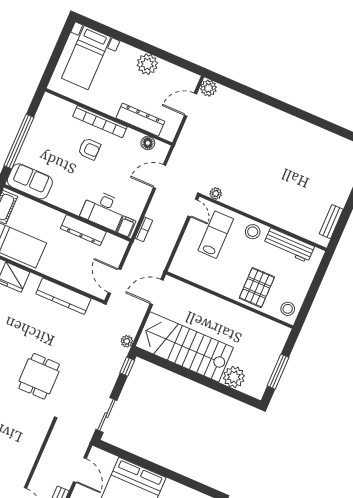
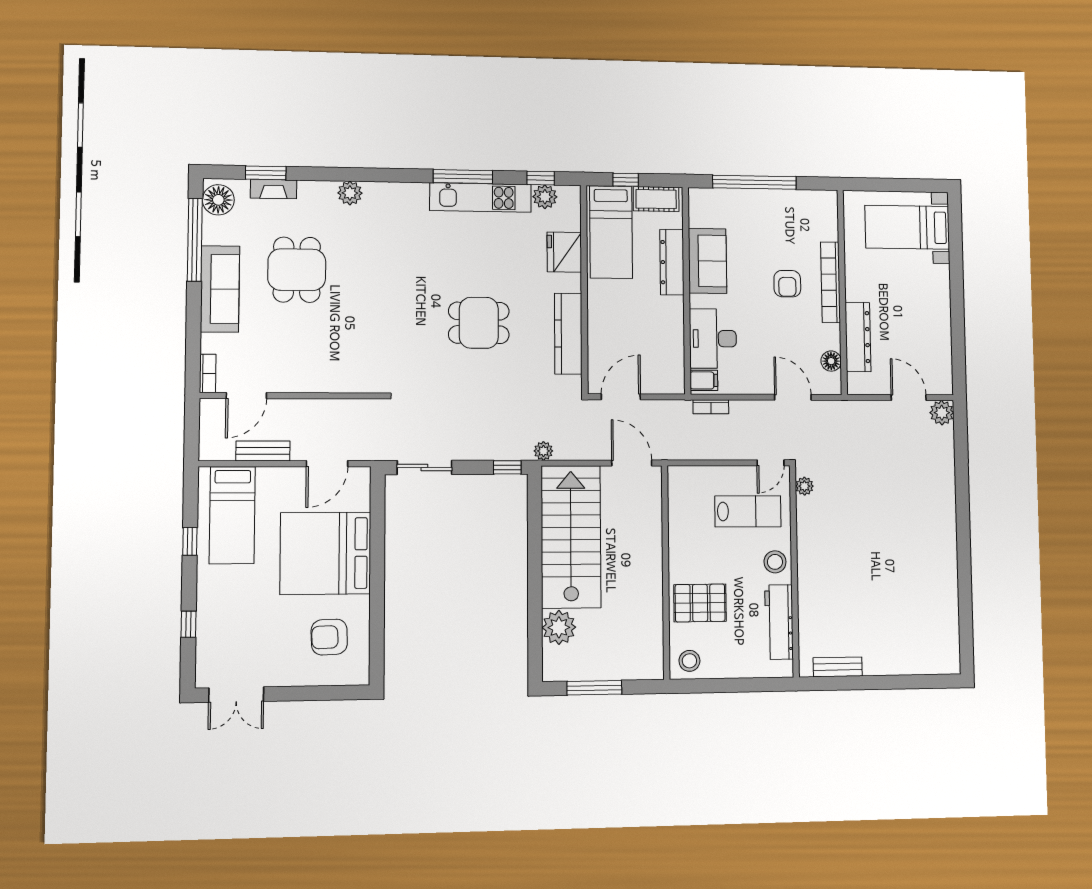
plant: (147, 64) -> (936, 314), removed
sofa: (30, 181) -> (707, 261), moved
dresser: (83, 230) -> (672, 262), moved
dining table: (39, 376) -> (479, 323), moved

